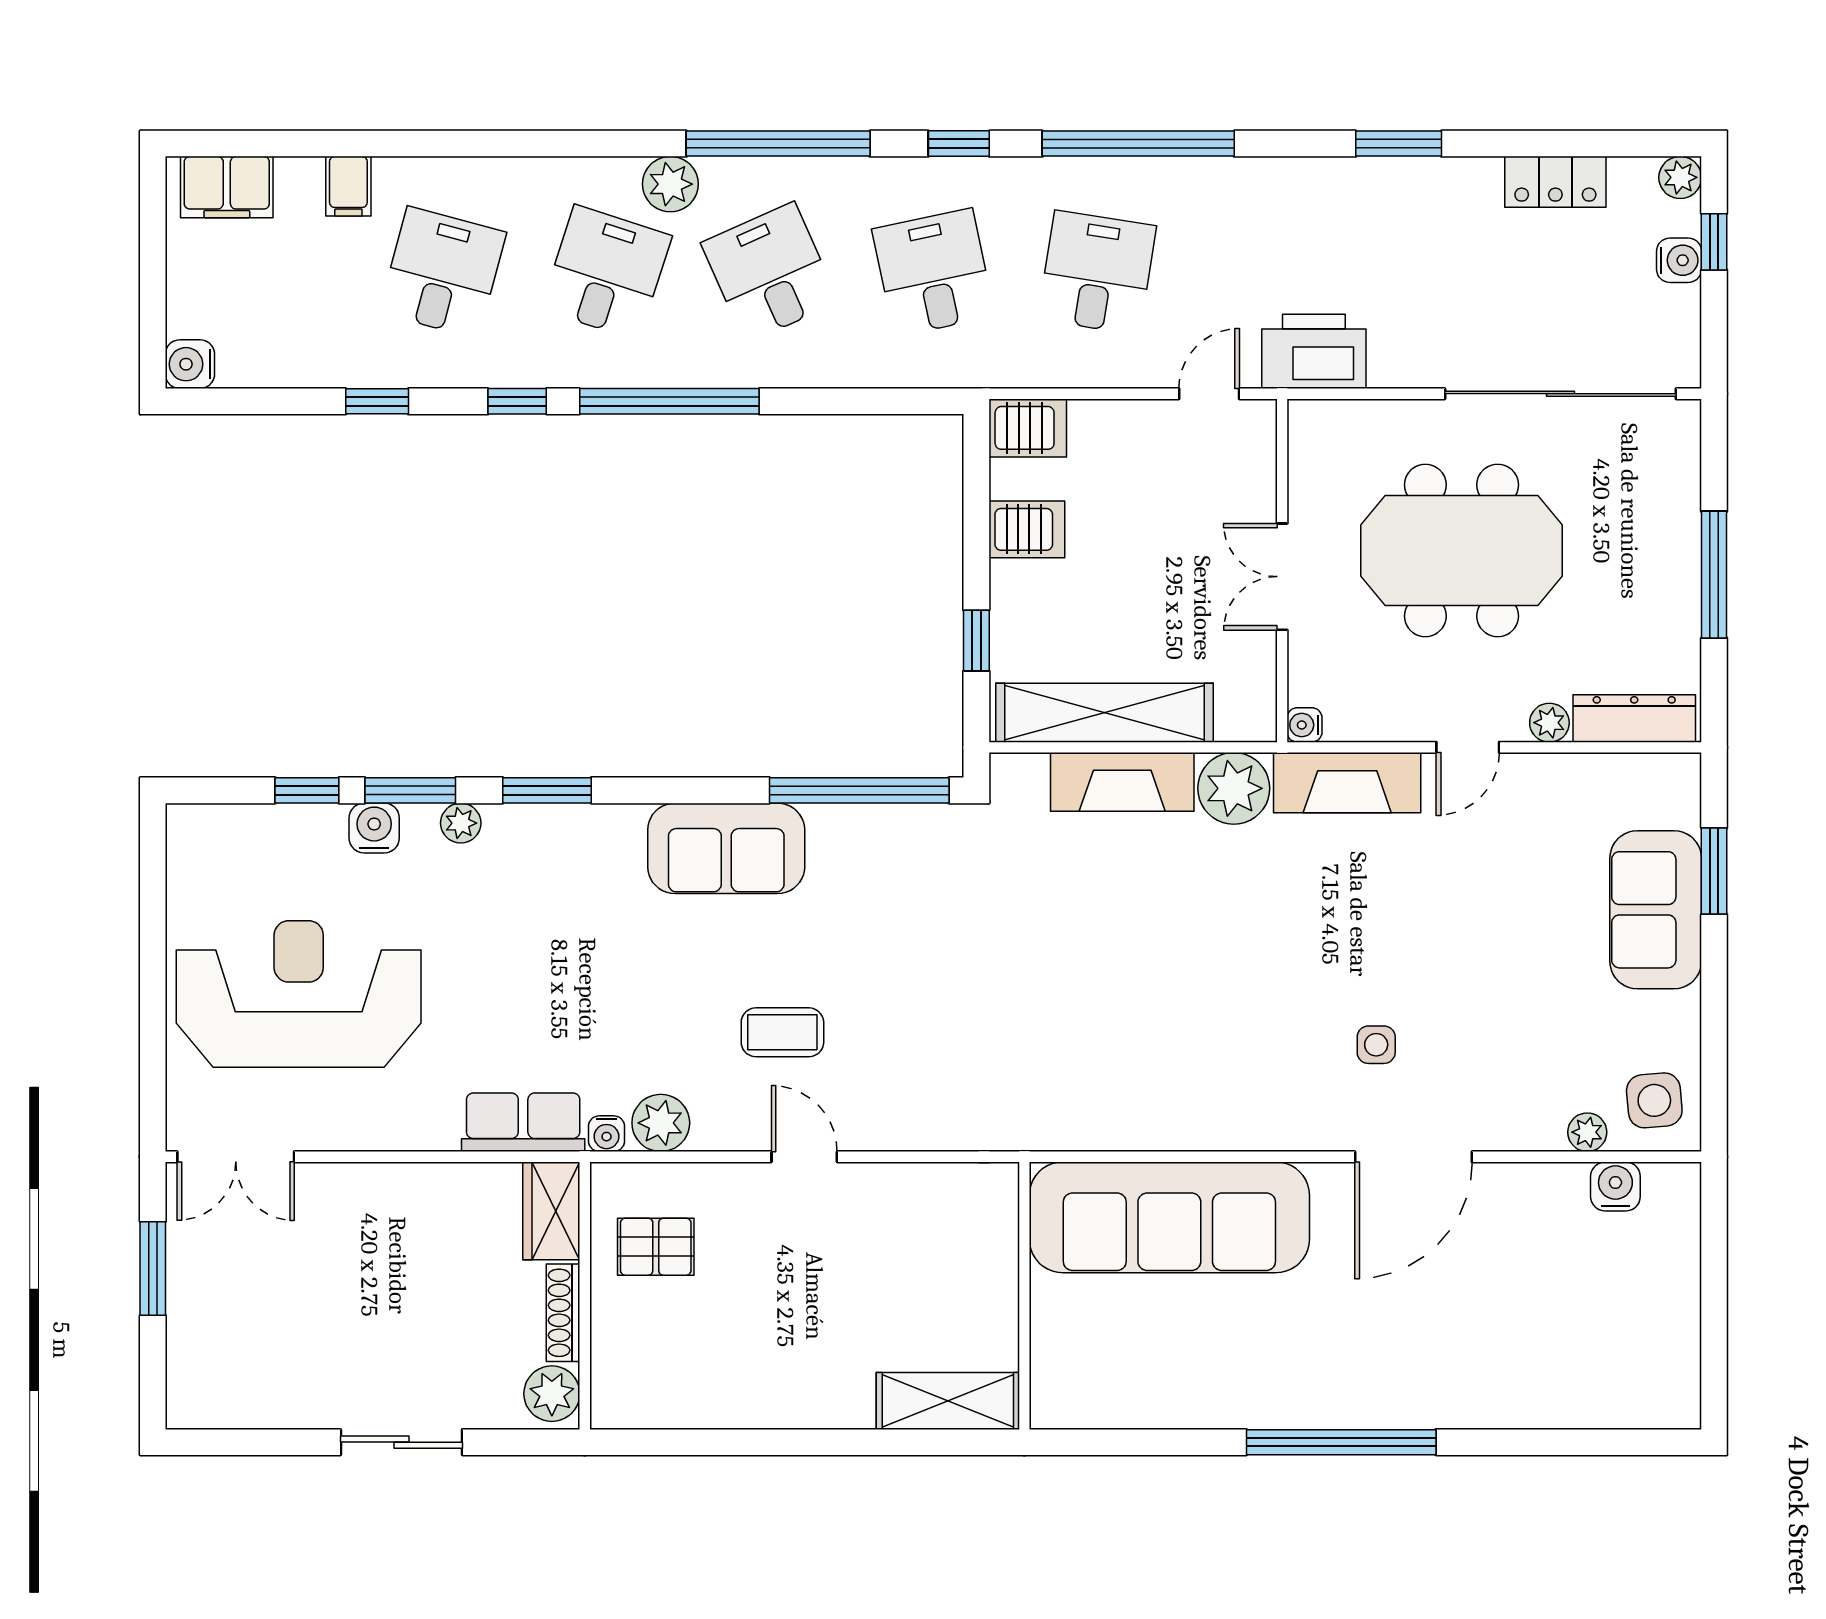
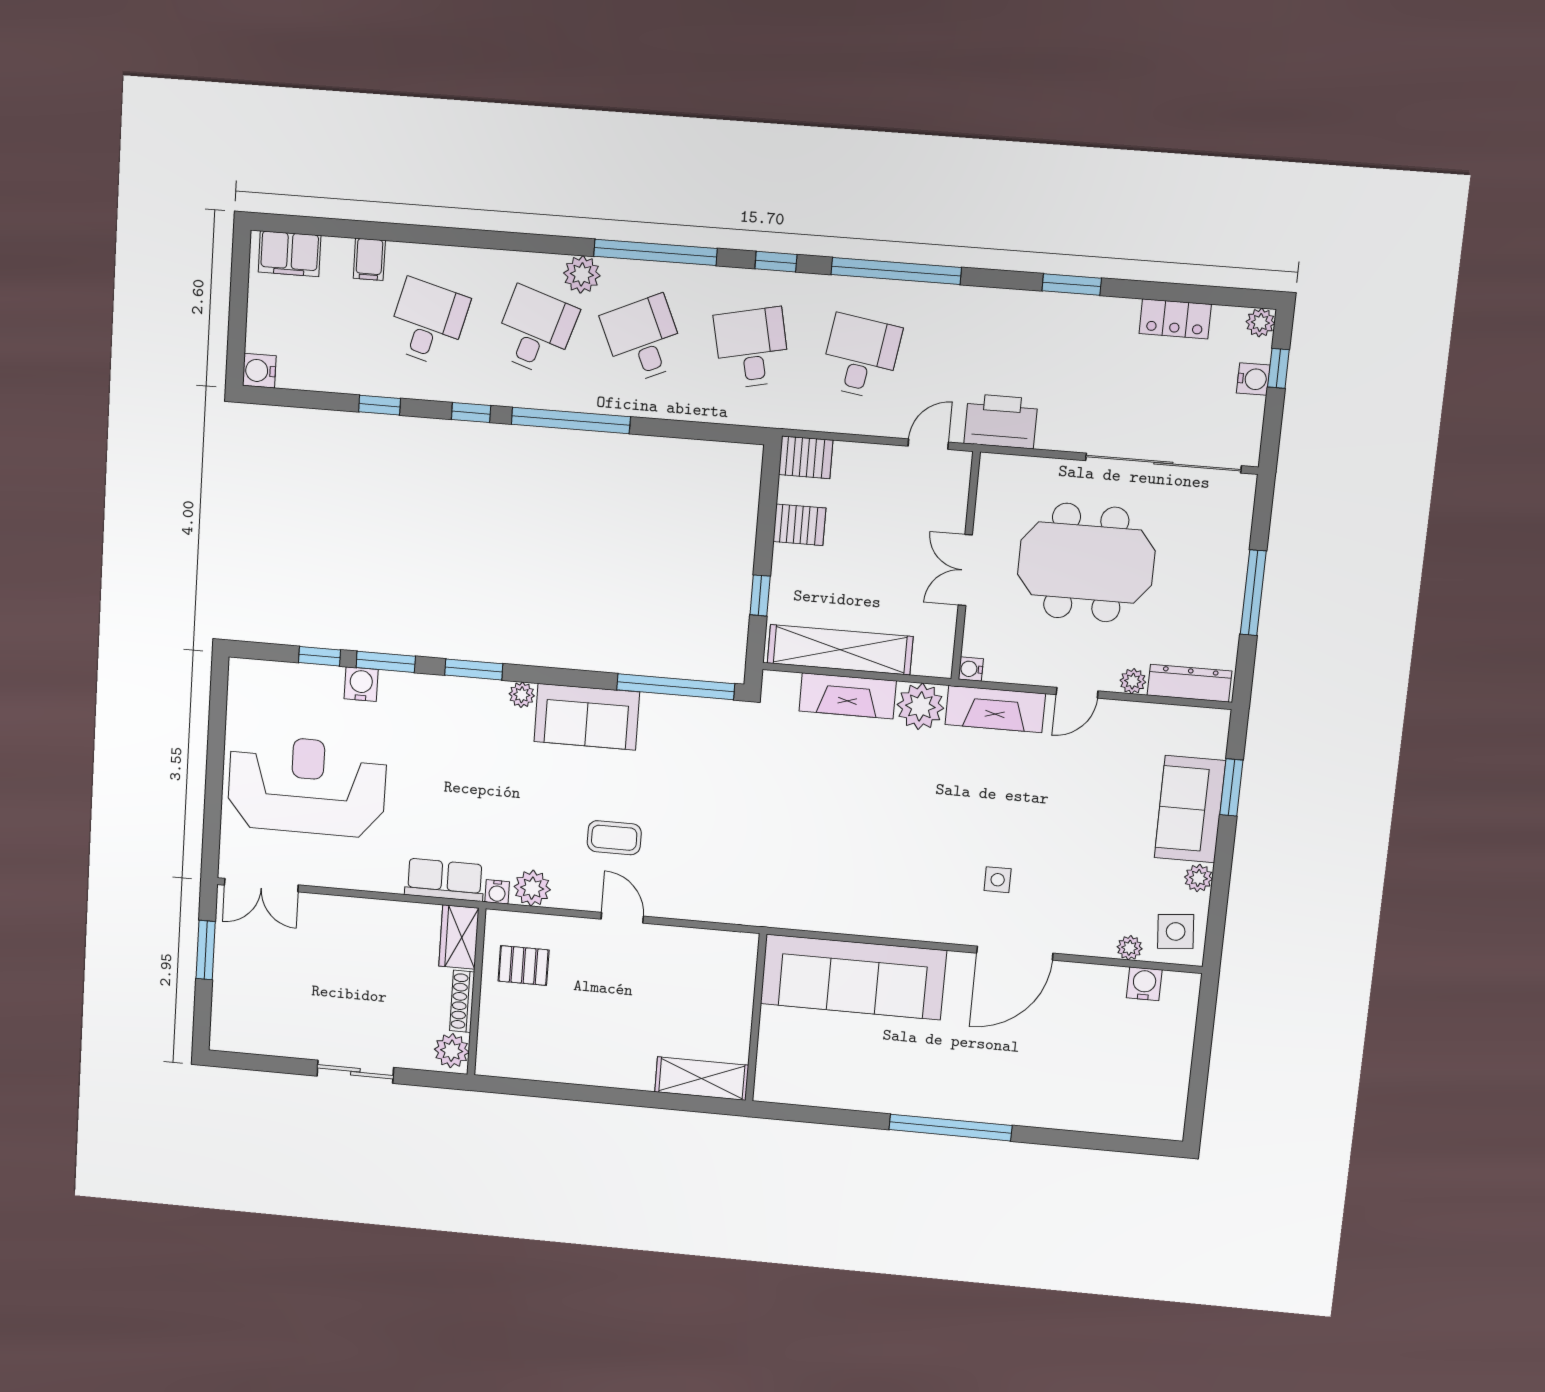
plant: (461, 823) -> (522, 695), moved
plant: (1680, 1015) -> (1198, 878), added

